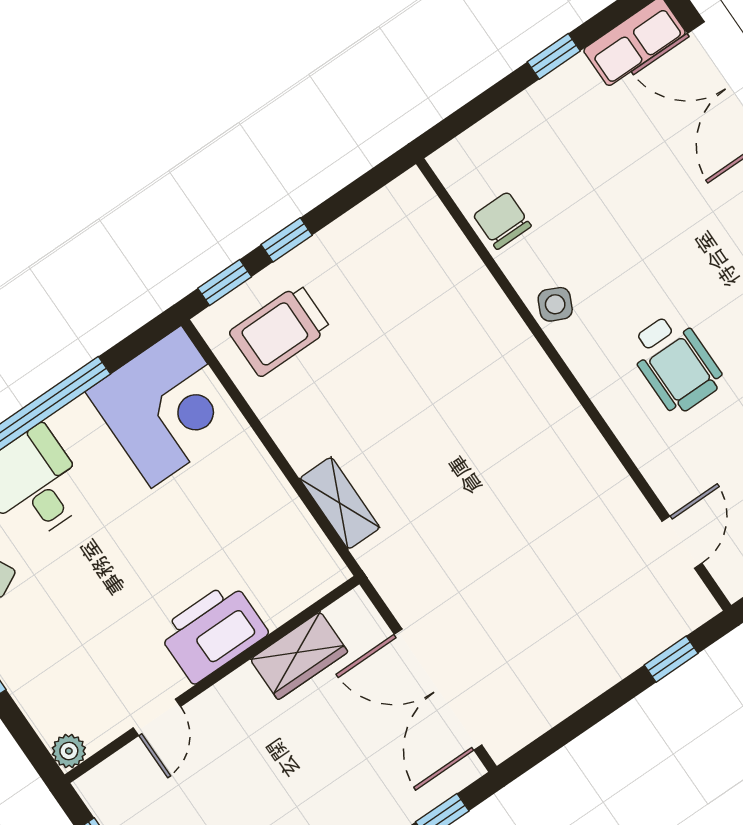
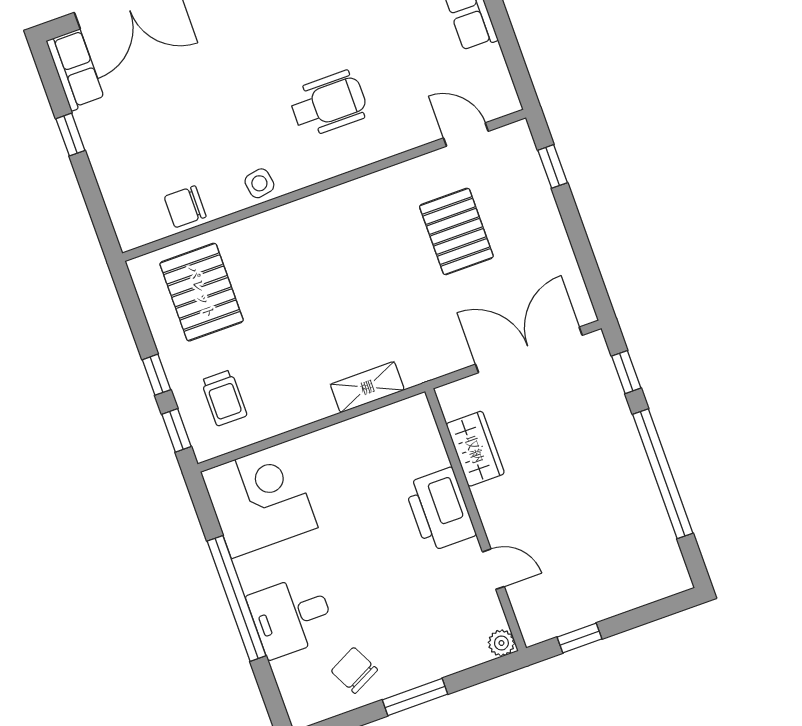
pallet: (403, 269) -> (202, 292), added
side table: (555, 304) -> (259, 183), turned -35
trolley: (280, 330) -> (224, 398), width x0.73, depth x0.72
pallet: (560, 562) -> (456, 231), added
double door: (438, 690) -> (529, 350), swing flipped

